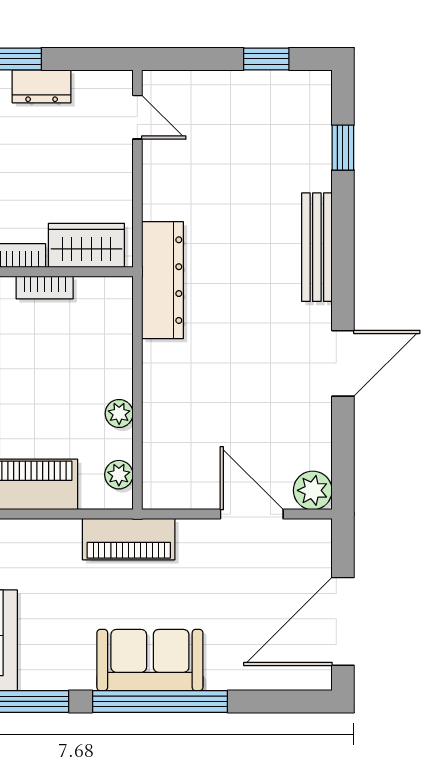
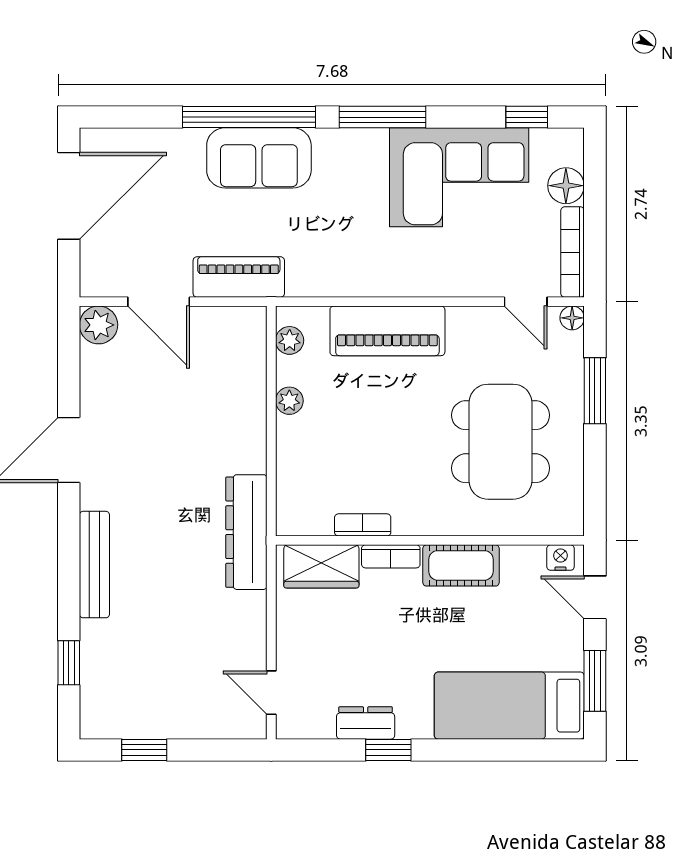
piano: (129, 539) -> (239, 277), moved

